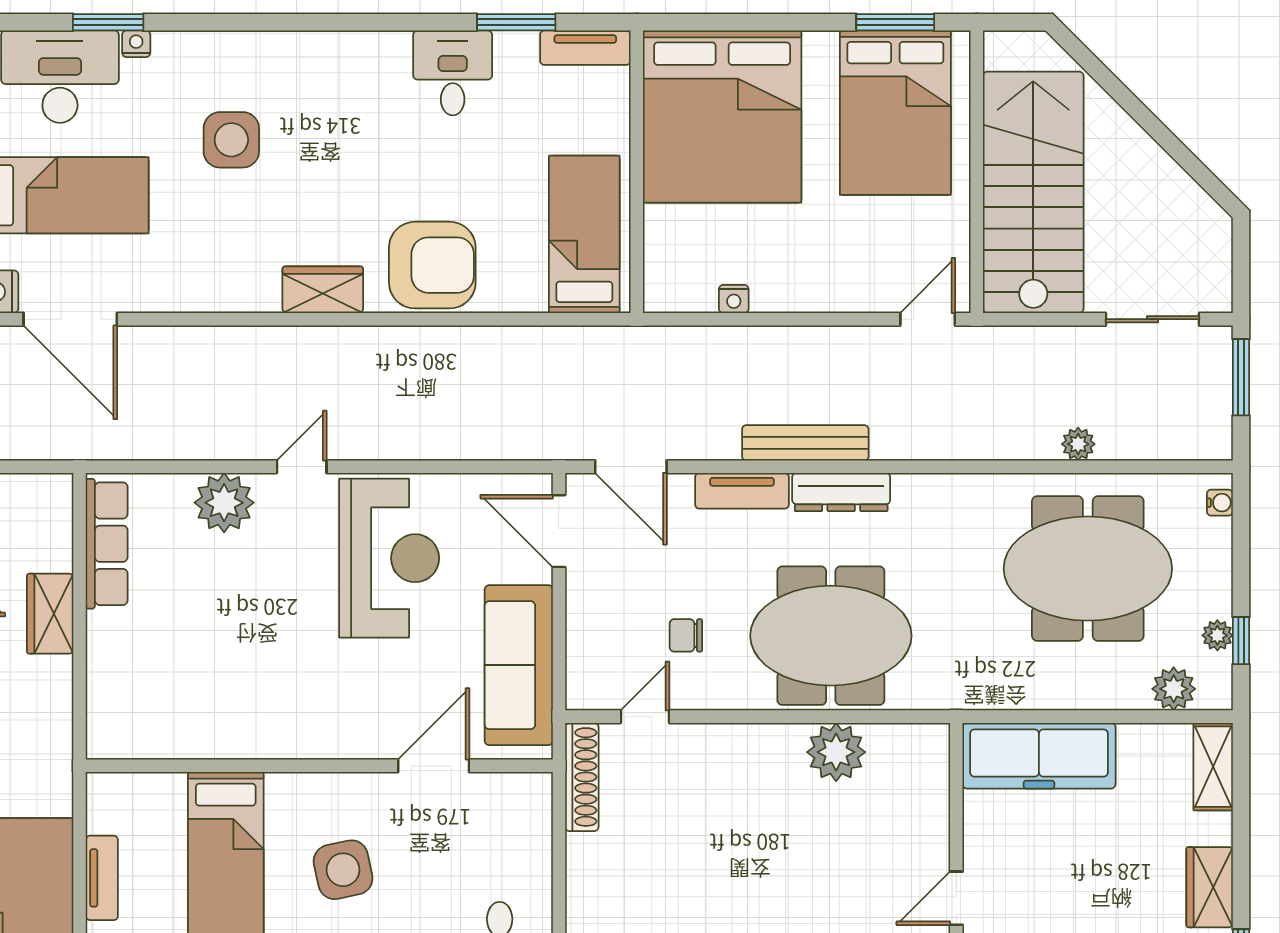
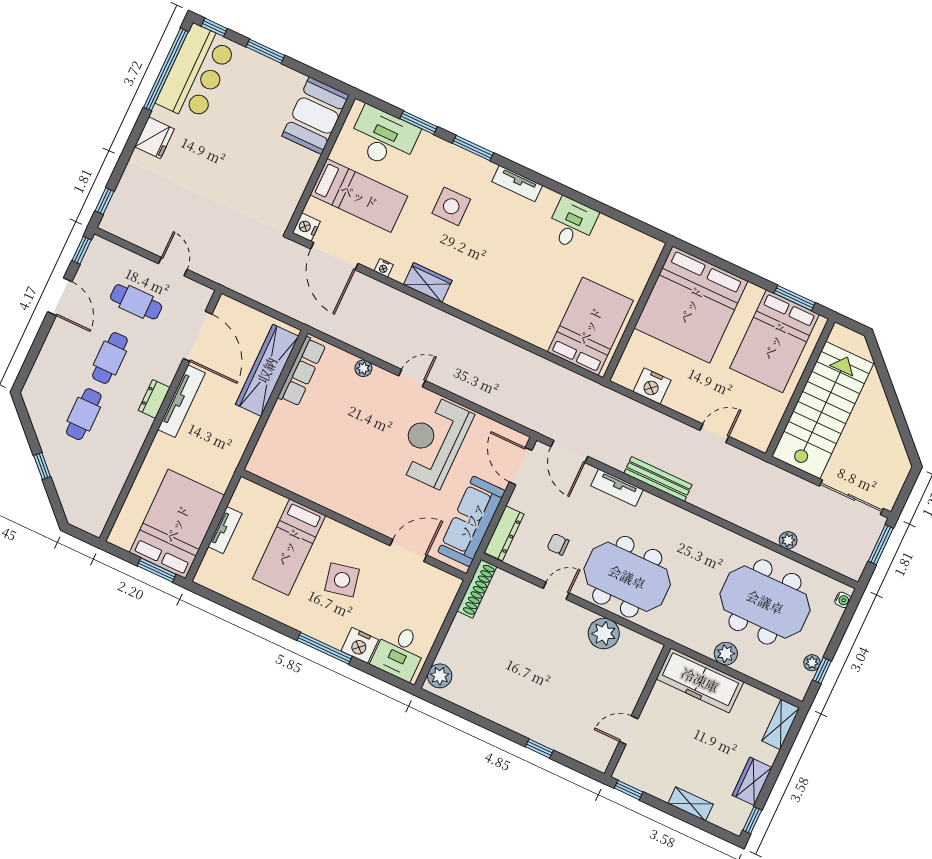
window: (516, 22) -> (473, 148), moved
nightstand: (136, 44) -> (384, 268), moved, turned 180
tv unit: (585, 48) -> (517, 183), moved
bed: (584, 234) -> (590, 326), width x1.50
armchair: (432, 265) -> (519, 311), removed
wardrobe: (323, 290) -> (428, 283), moved
nightstand: (734, 299) -> (652, 386), width x1.89, depth x1.79
door: (928, 319) -> (714, 433), moved
sliding door: (1153, 319) -> (851, 497), width x1.37
dresser: (841, 492) -> (504, 533), moved, turned -90
plant: (224, 503) -> (363, 368), width x0.53, depth x0.53
reception desk: (389, 558) -> (433, 441), turned 180
wardrobe: (50, 614) -> (267, 370), width x2.10, depth x1.17
plant: (1174, 689) -> (726, 654), moved
door: (645, 717) -> (556, 591), moved

